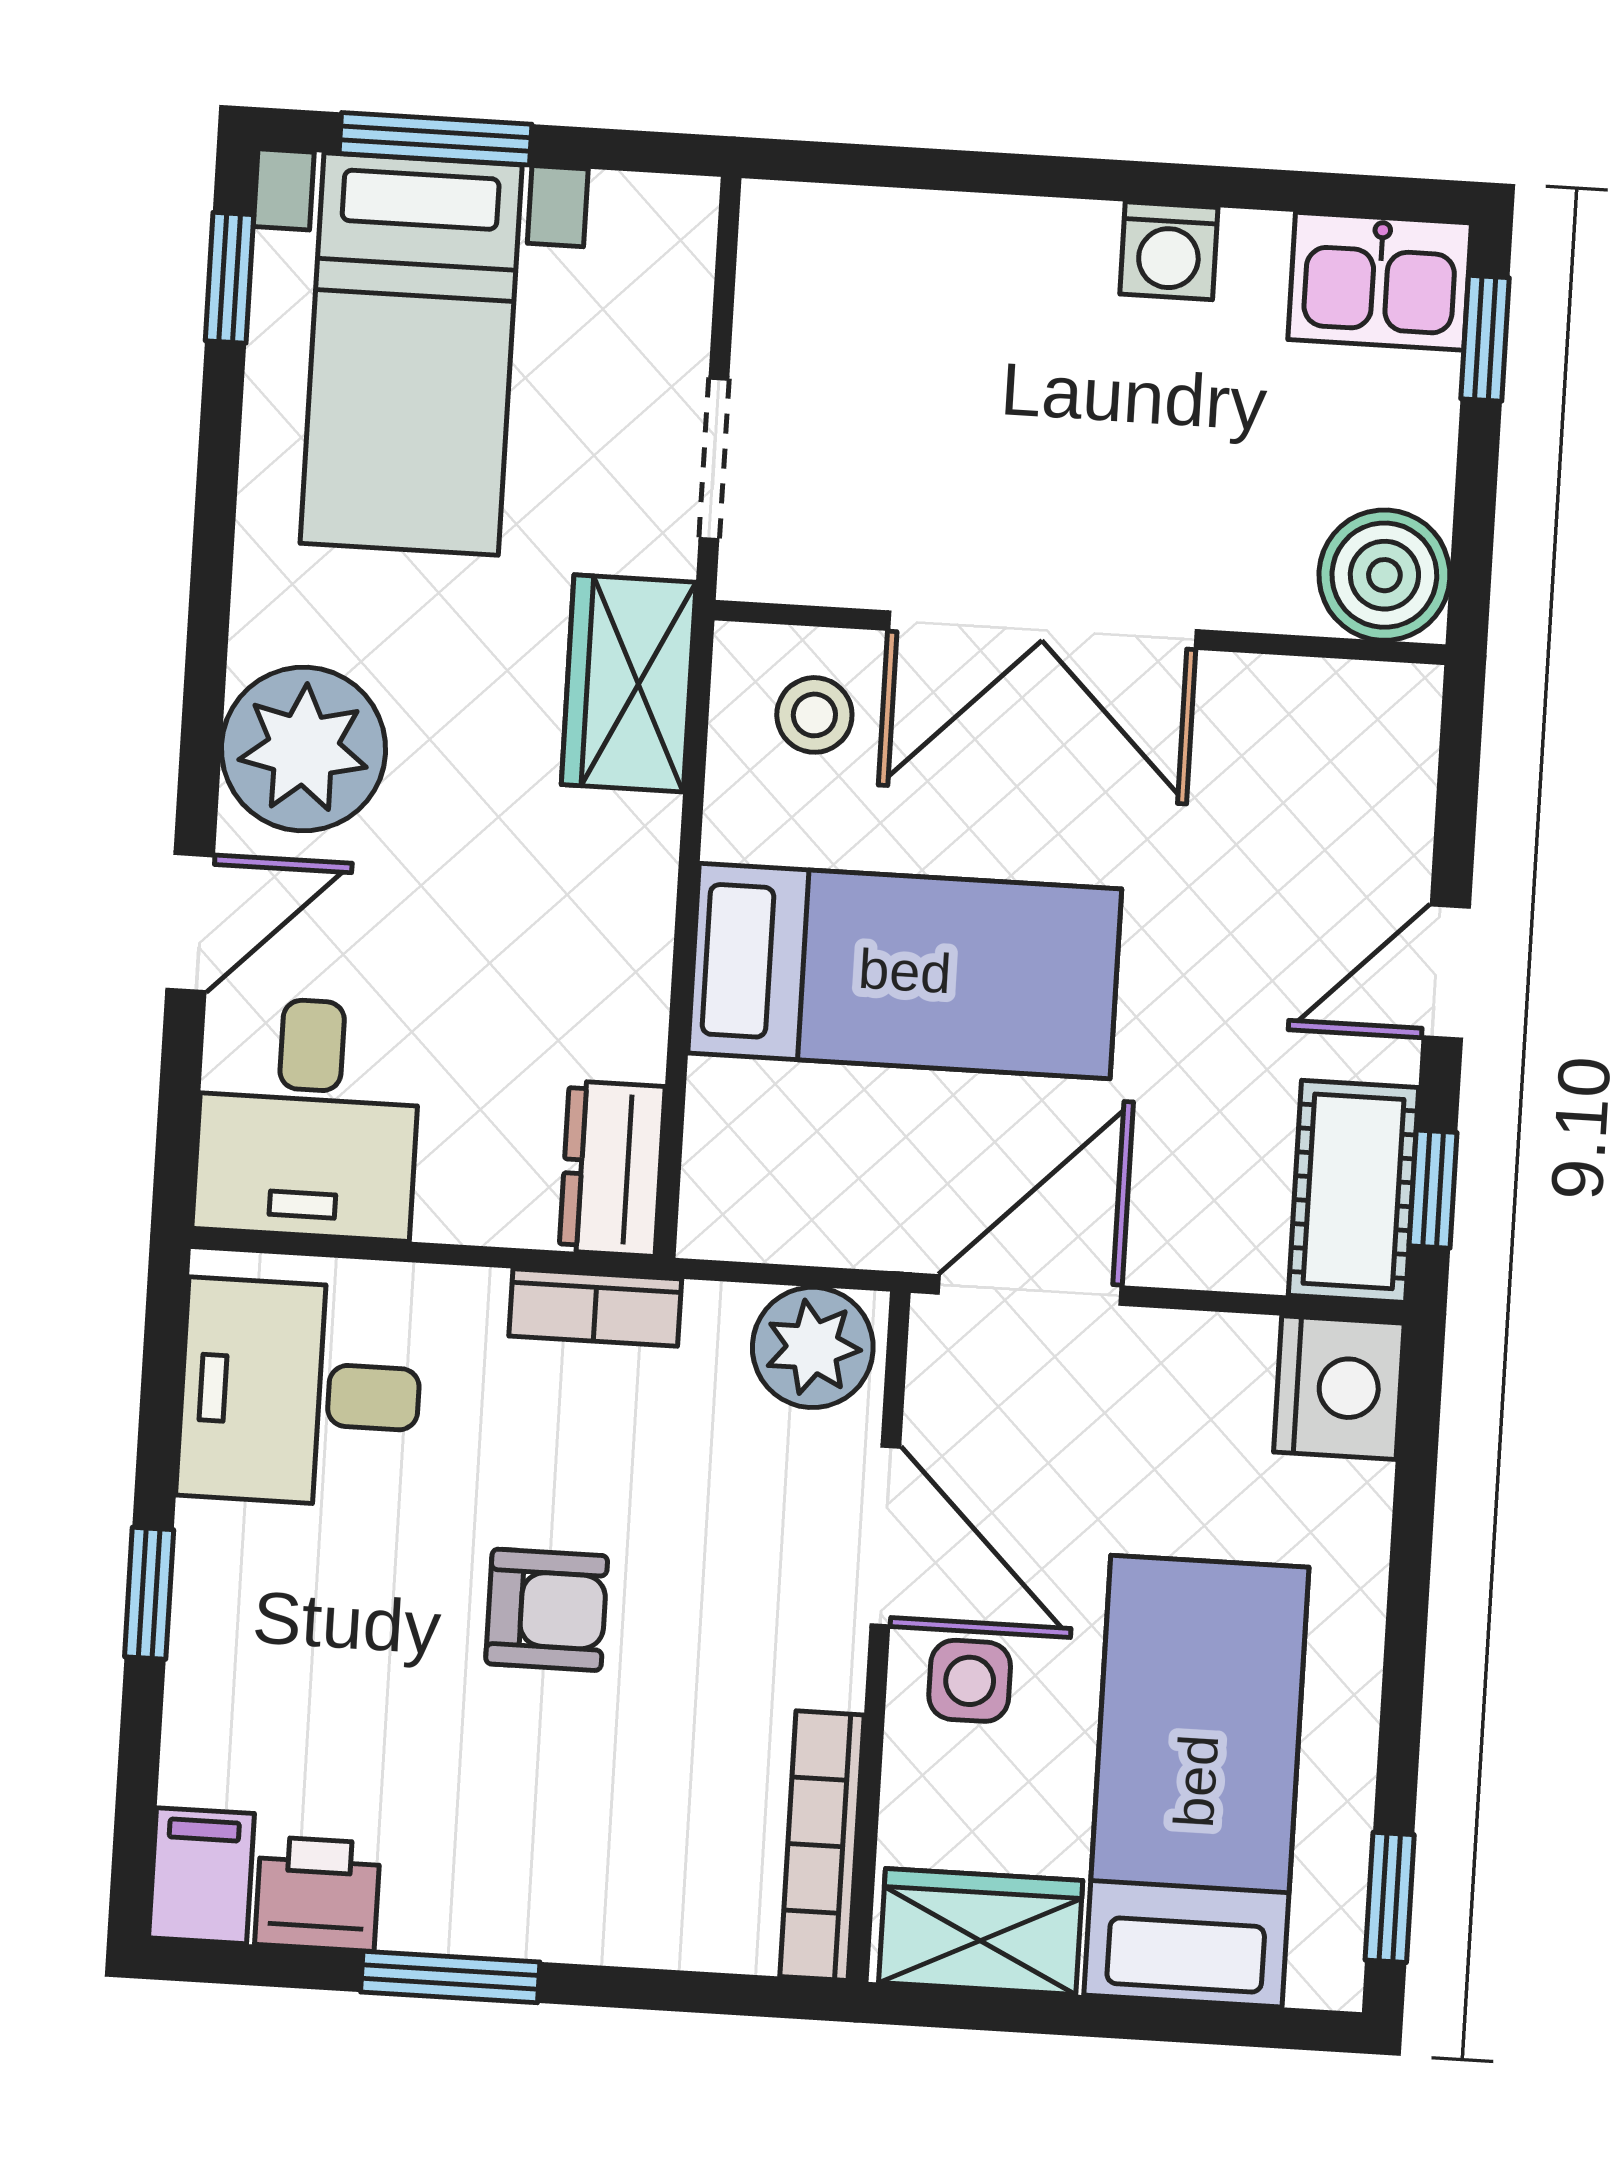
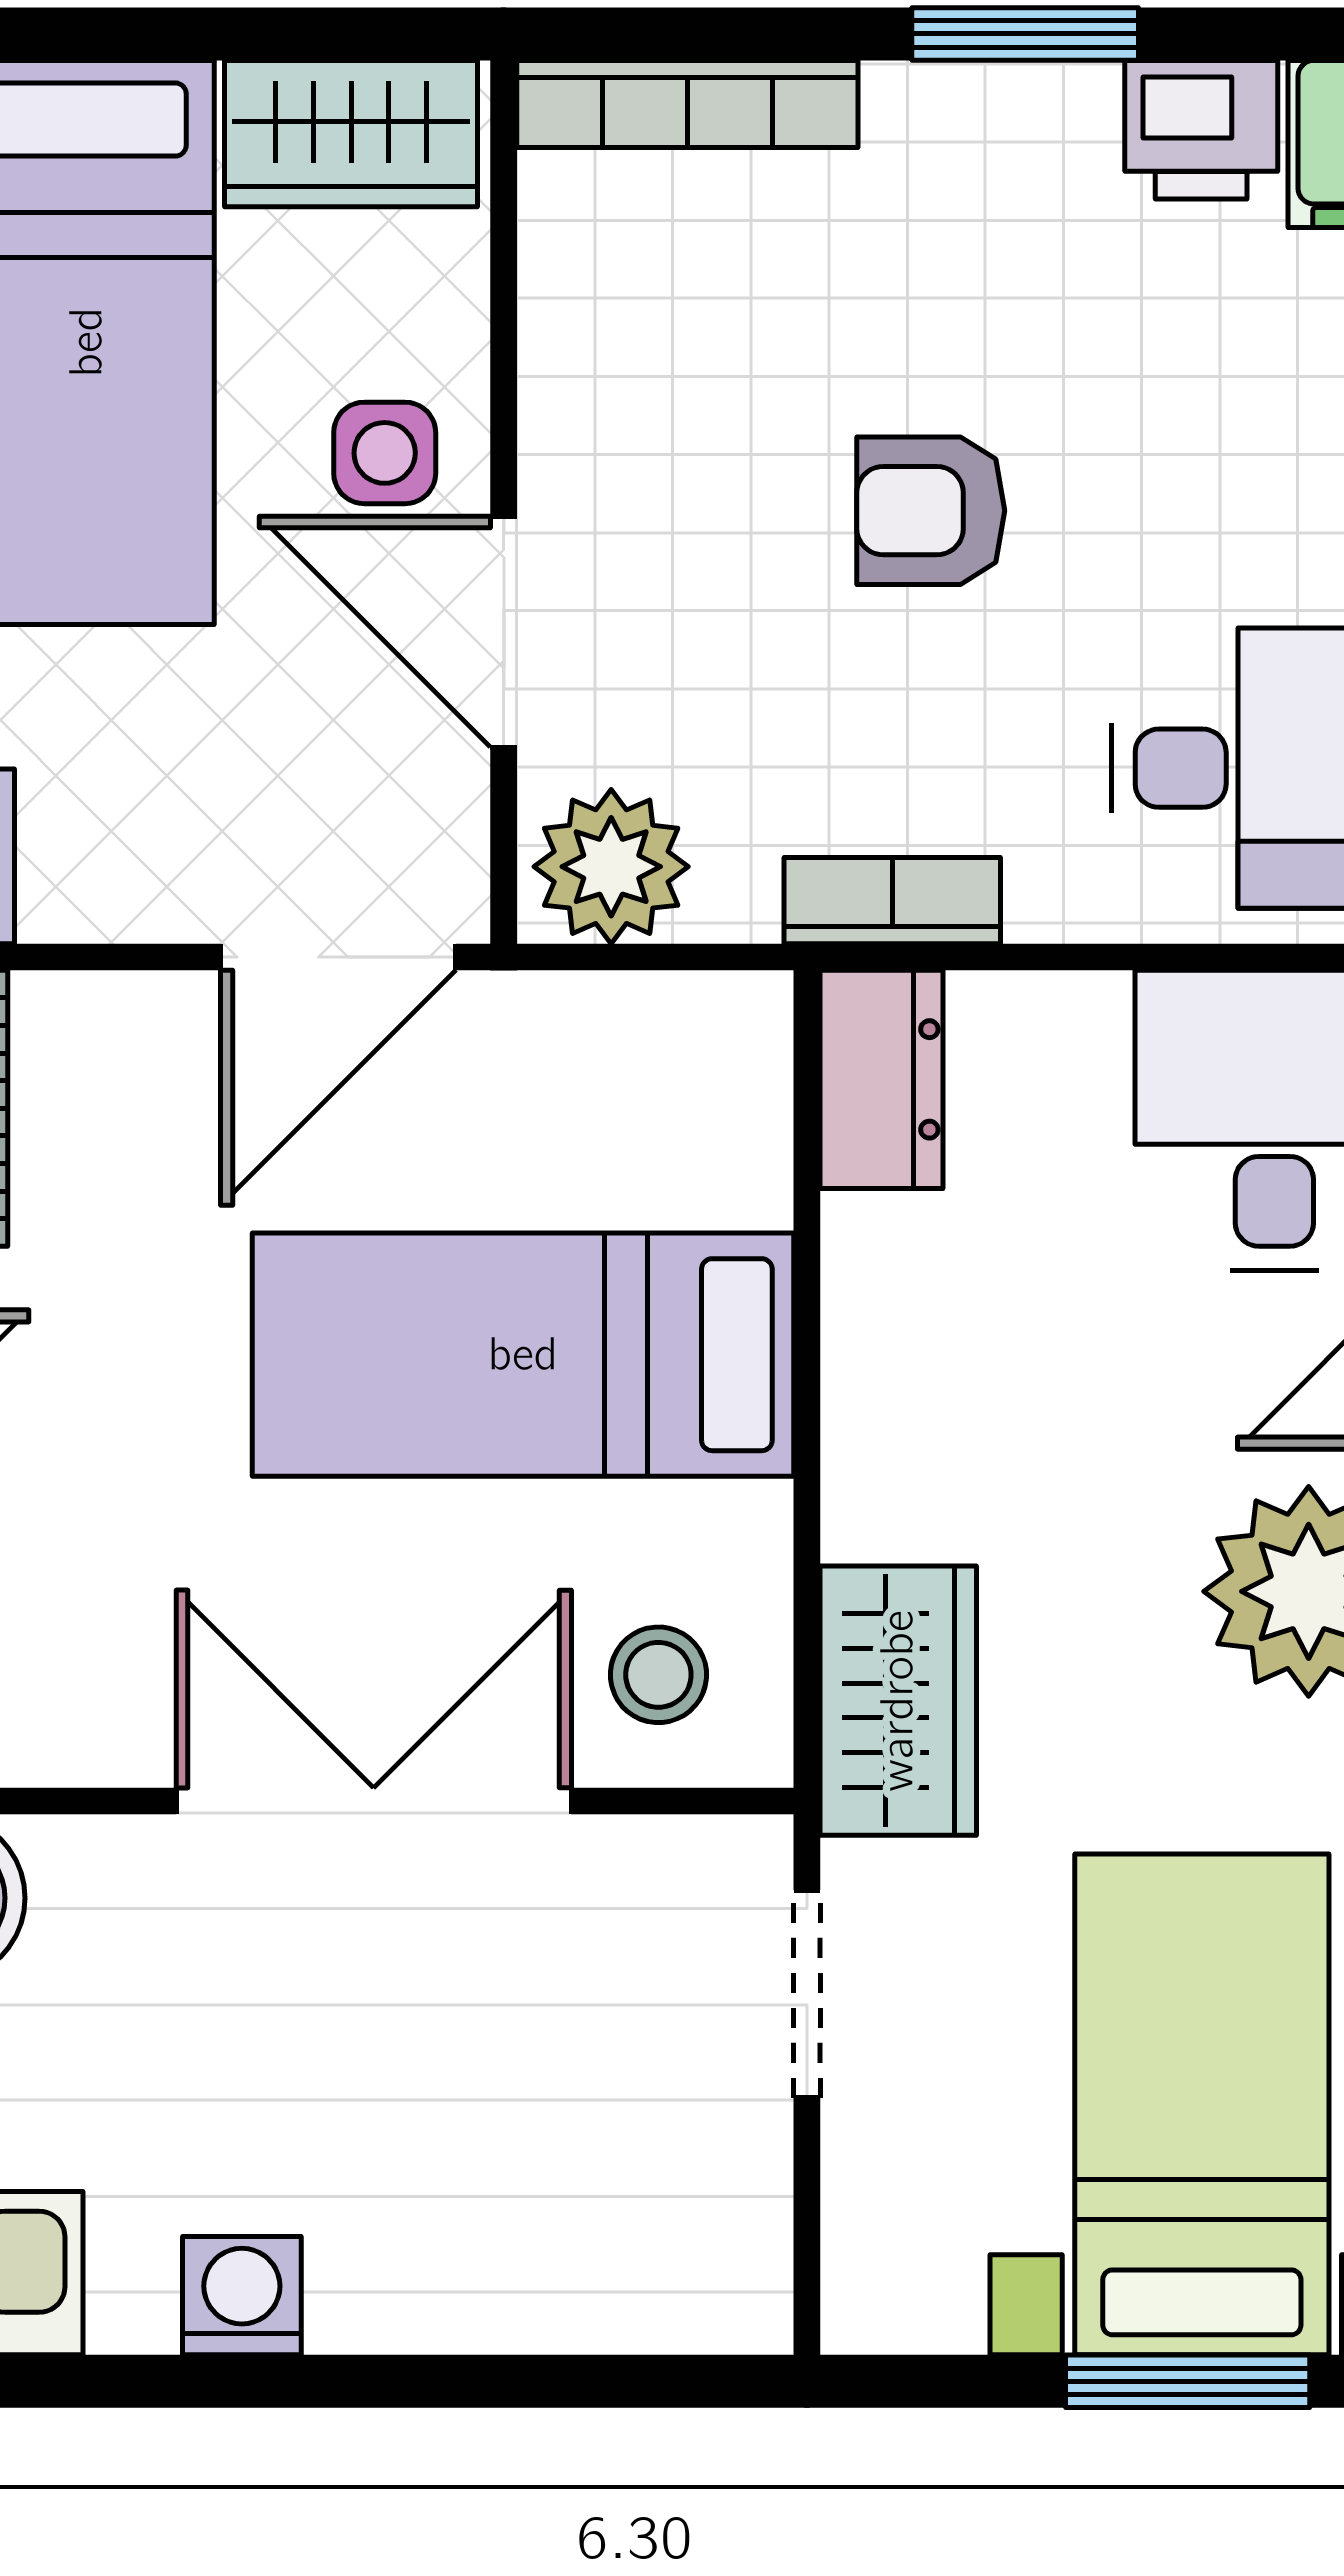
bookcase: (822, 1846) -> (687, 104), moved, turned 90

